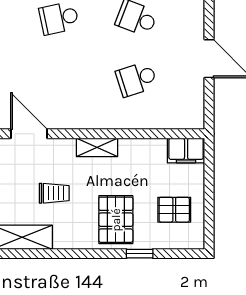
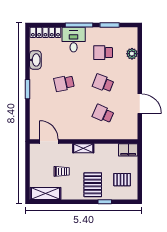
school desk: (136, 79) -> (103, 114), turned 42

